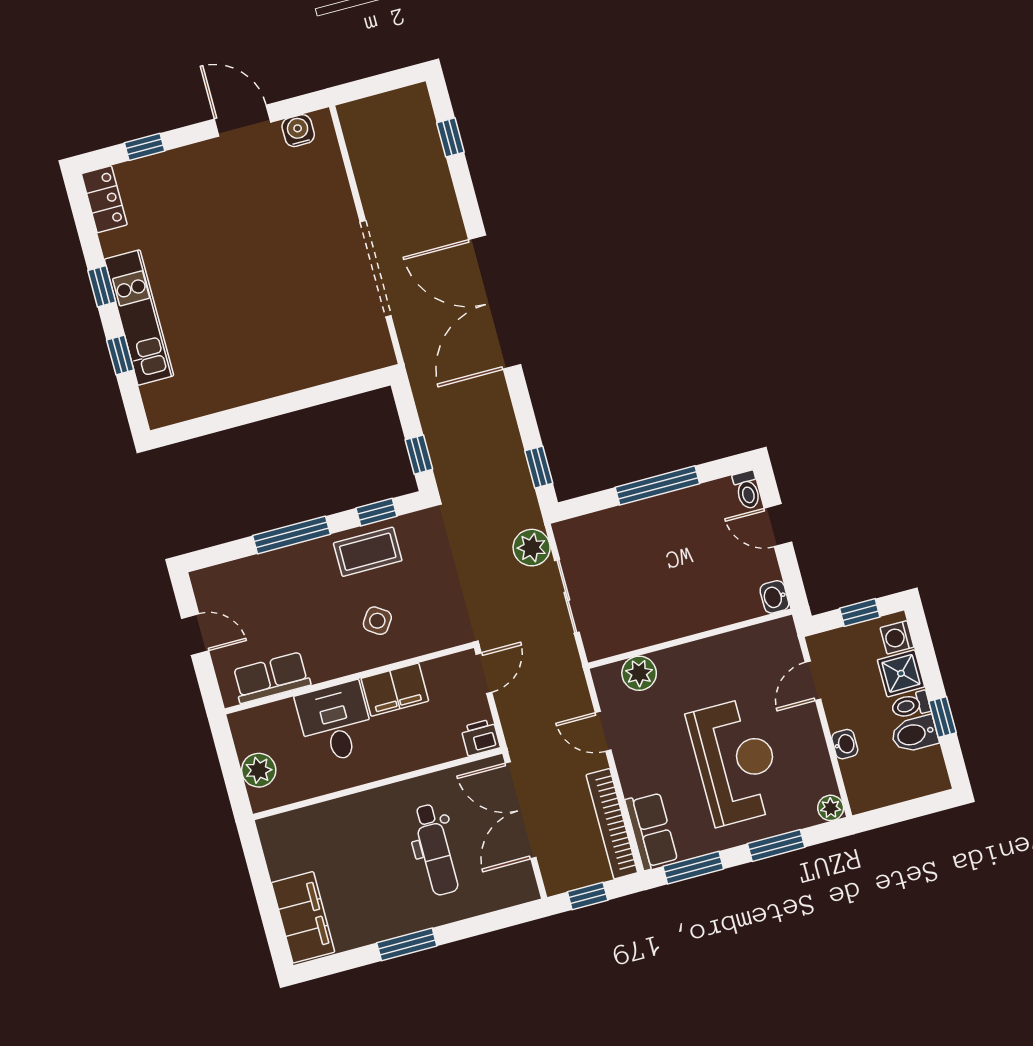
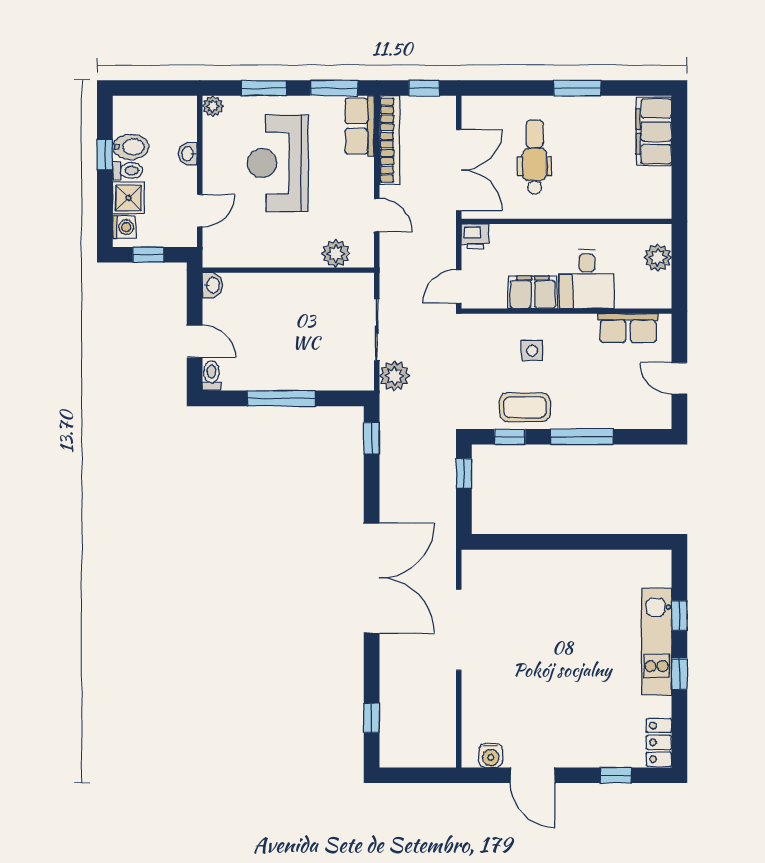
side table: (377, 621) -> (532, 351), turned -34

